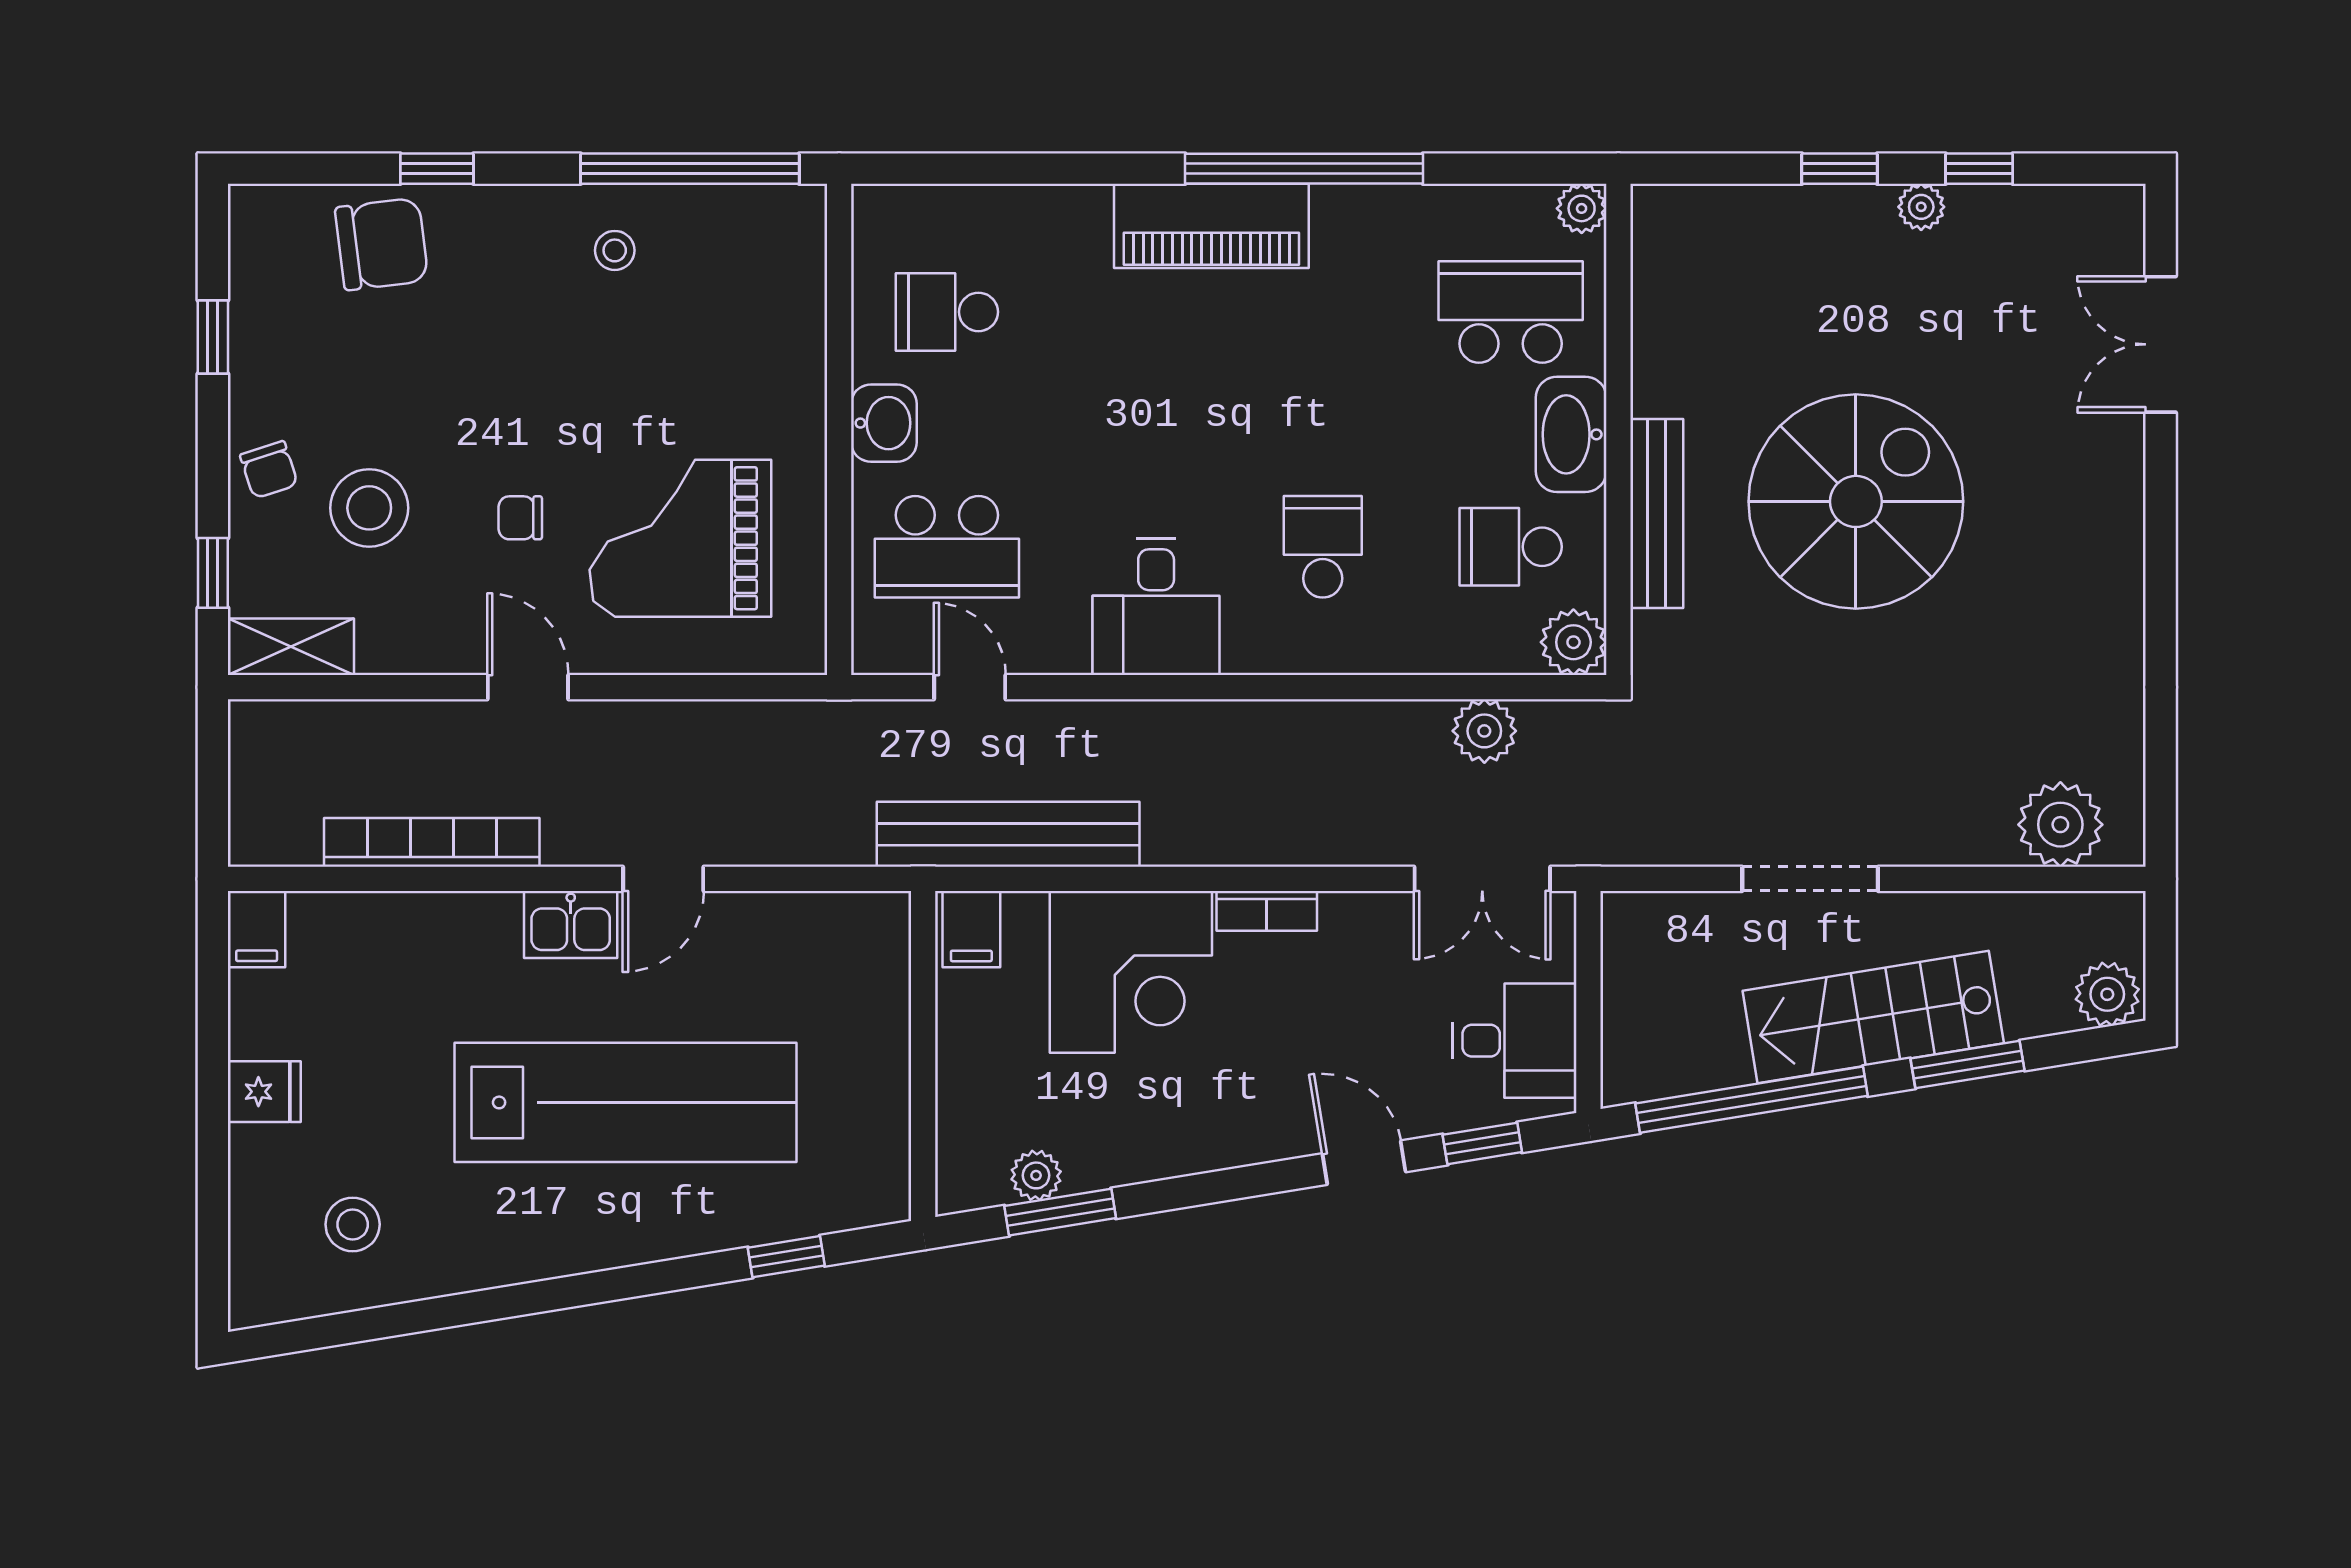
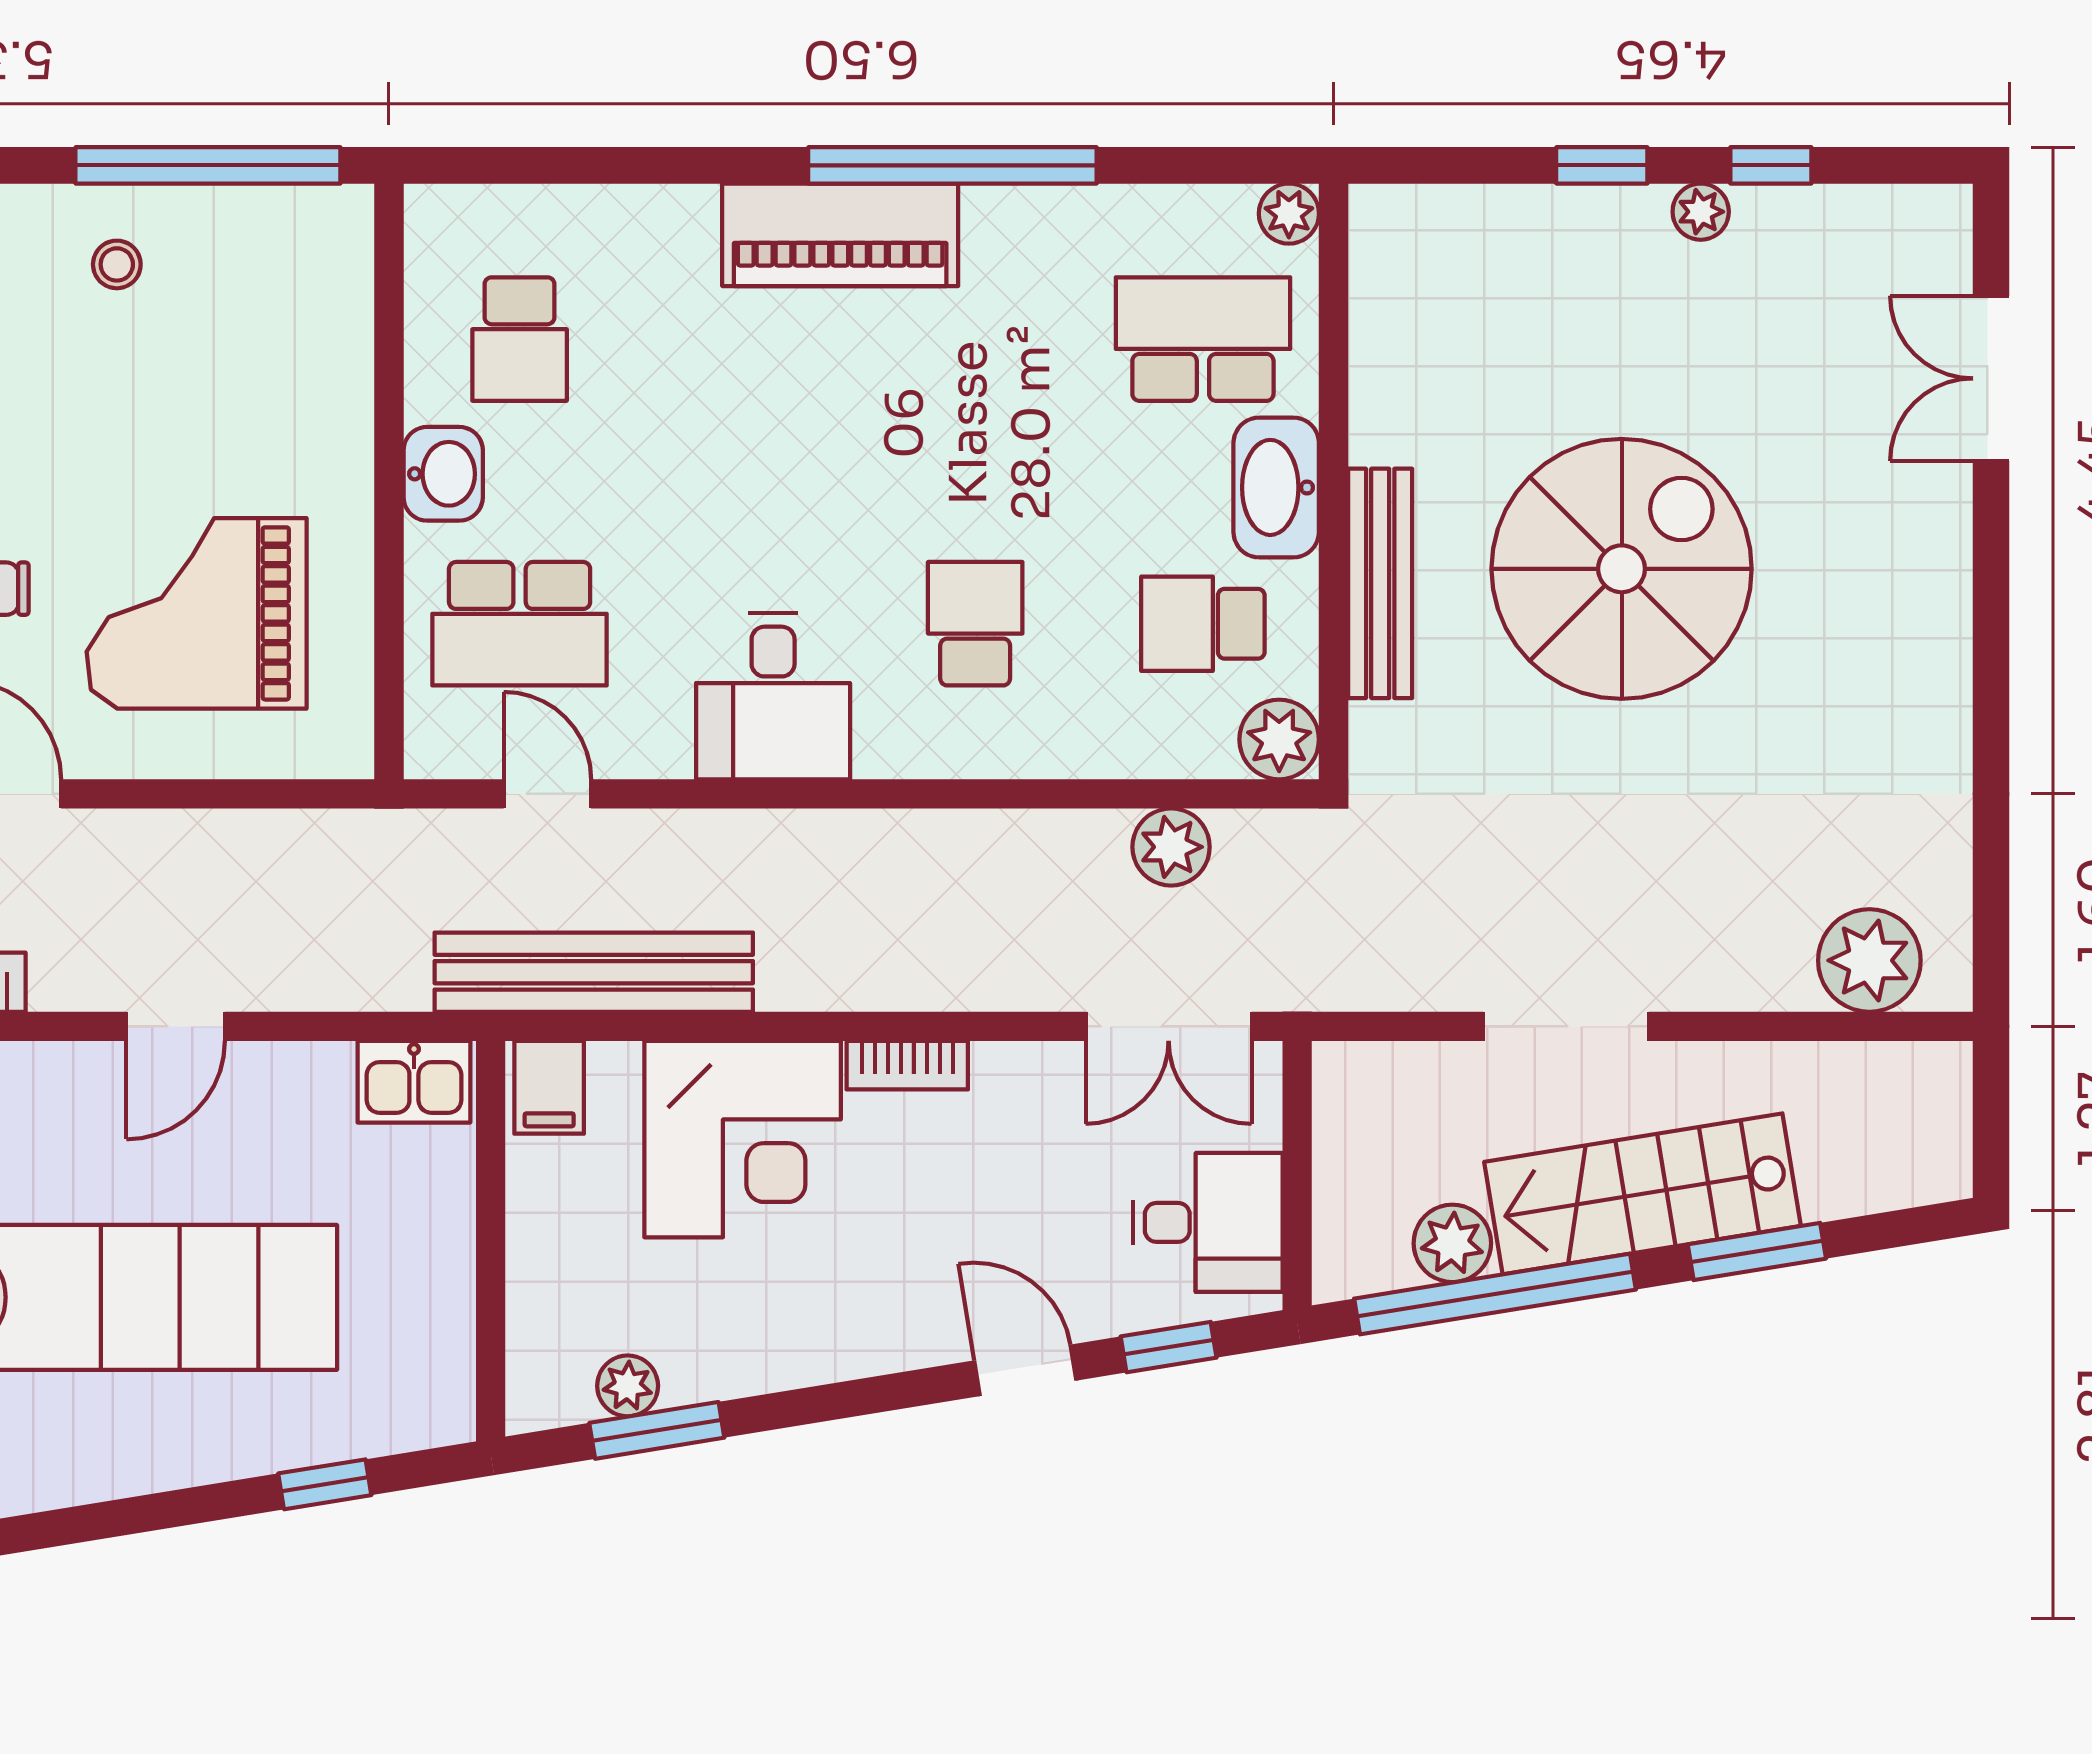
school desk: (947, 312) -> (520, 339), turned -90
kitchen sink: (571, 925) -> (414, 1082), moved
plant: (2107, 994) -> (1452, 1243), moved

